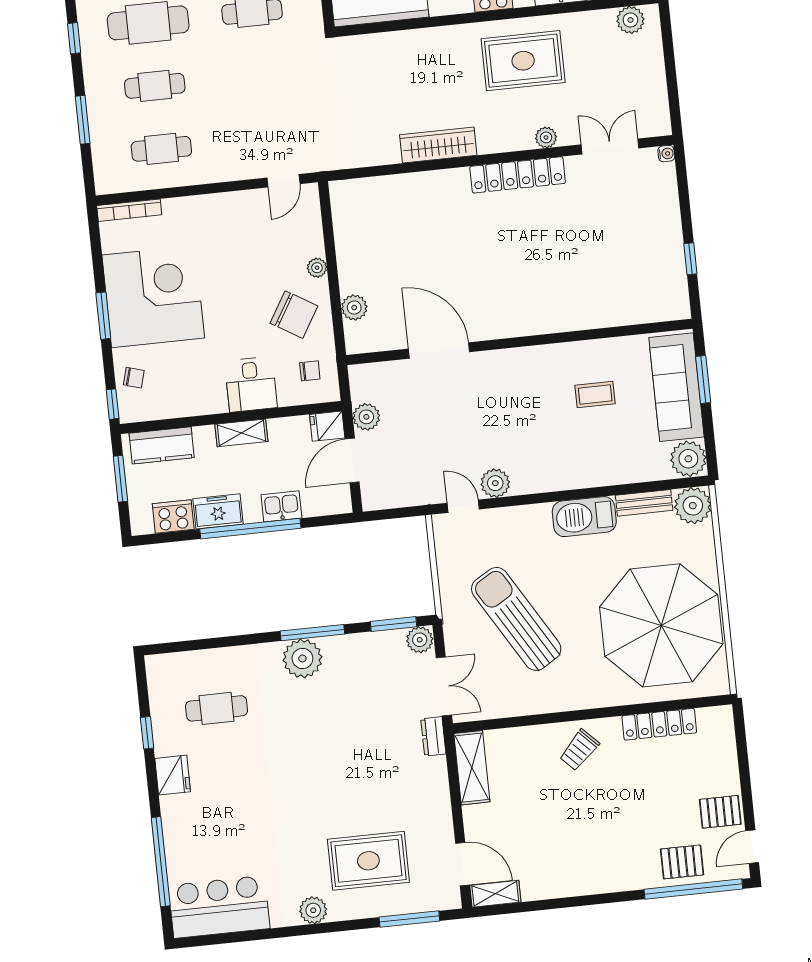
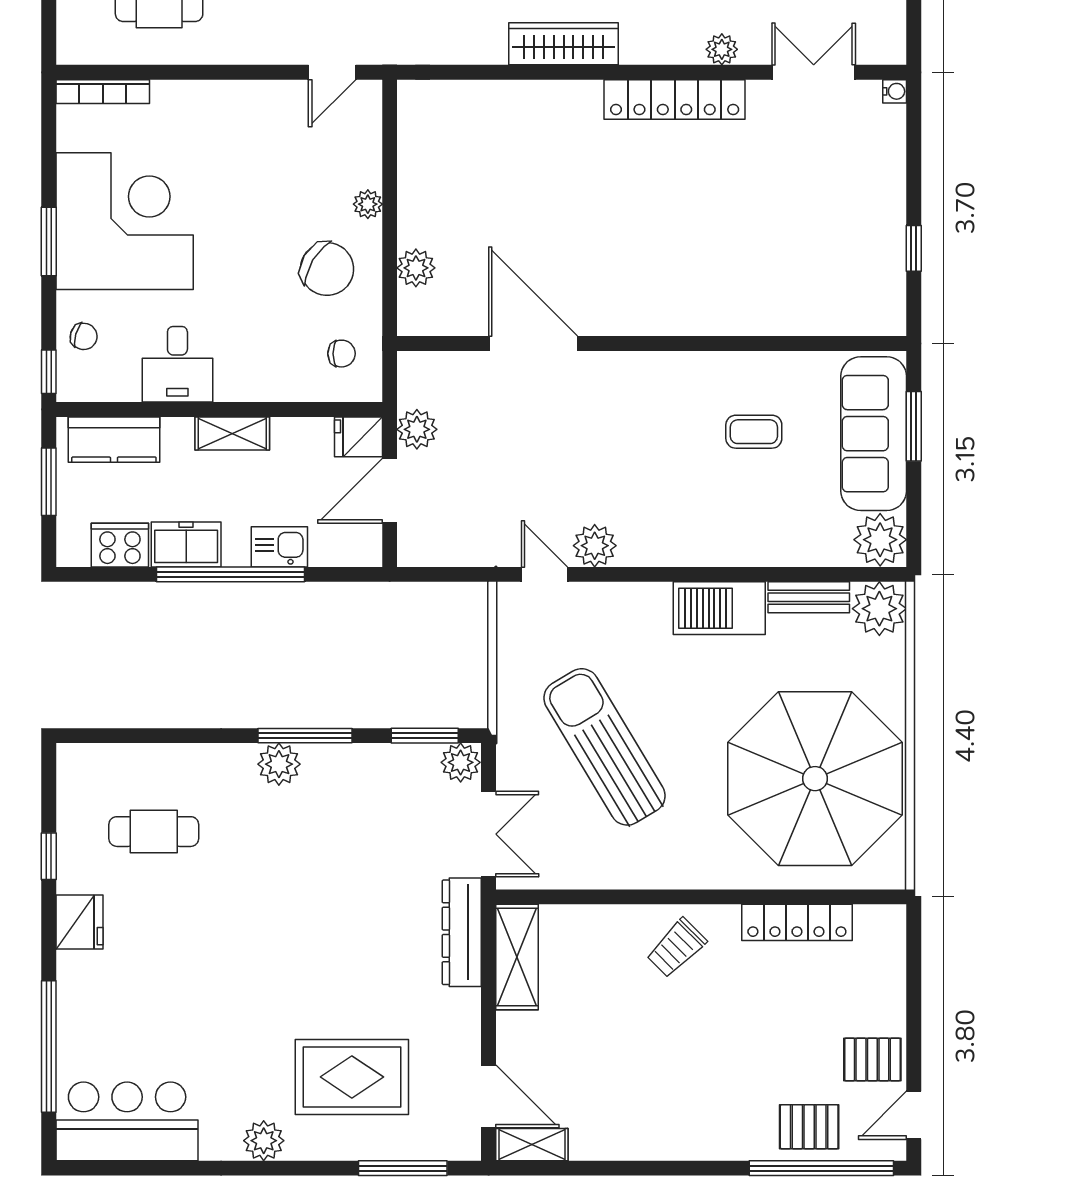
desk: (251, 384) -> (177, 364), moved
plant: (302, 658) -> (279, 764), width x0.73, depth x0.73
dresser: (433, 736) -> (462, 932), width x1.96, depth x1.24

